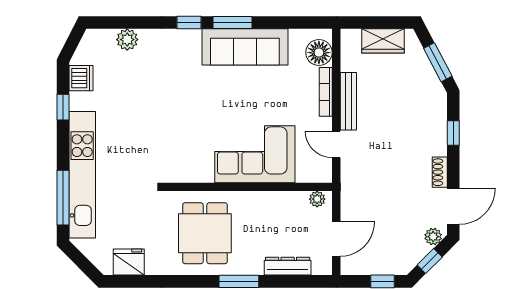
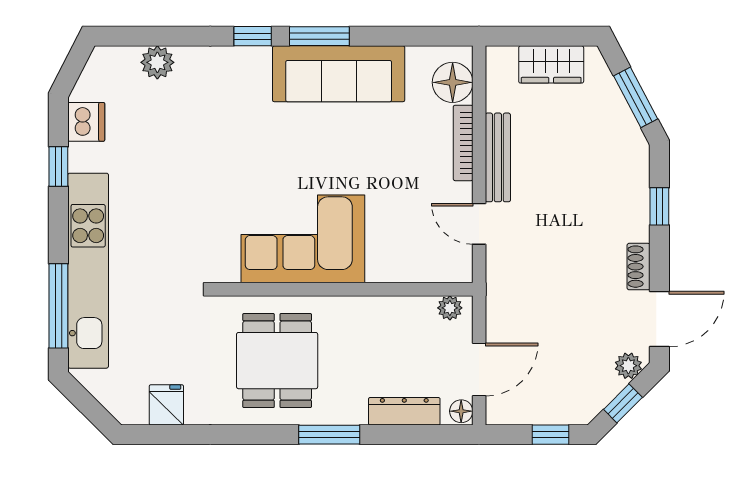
corner sofa: (255, 154) -> (303, 239), moved
fridge: (129, 262) -> (166, 405), width x0.72
floor lamp: (325, 266) -> (461, 411), added

